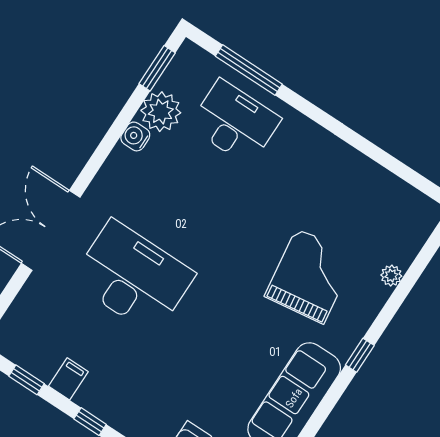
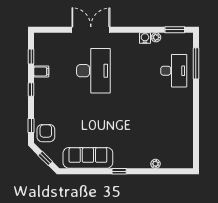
plant: (161, 112) -> (156, 37), width x0.53, depth x0.53
grand piano: (310, 276) -> (136, 134), removed

